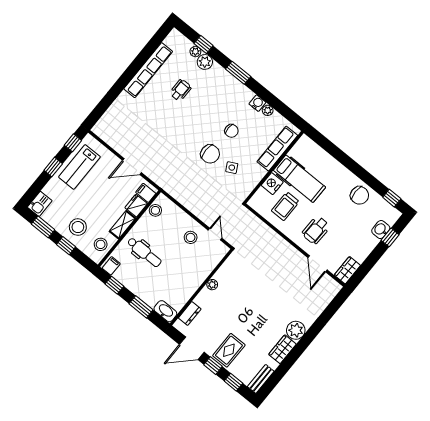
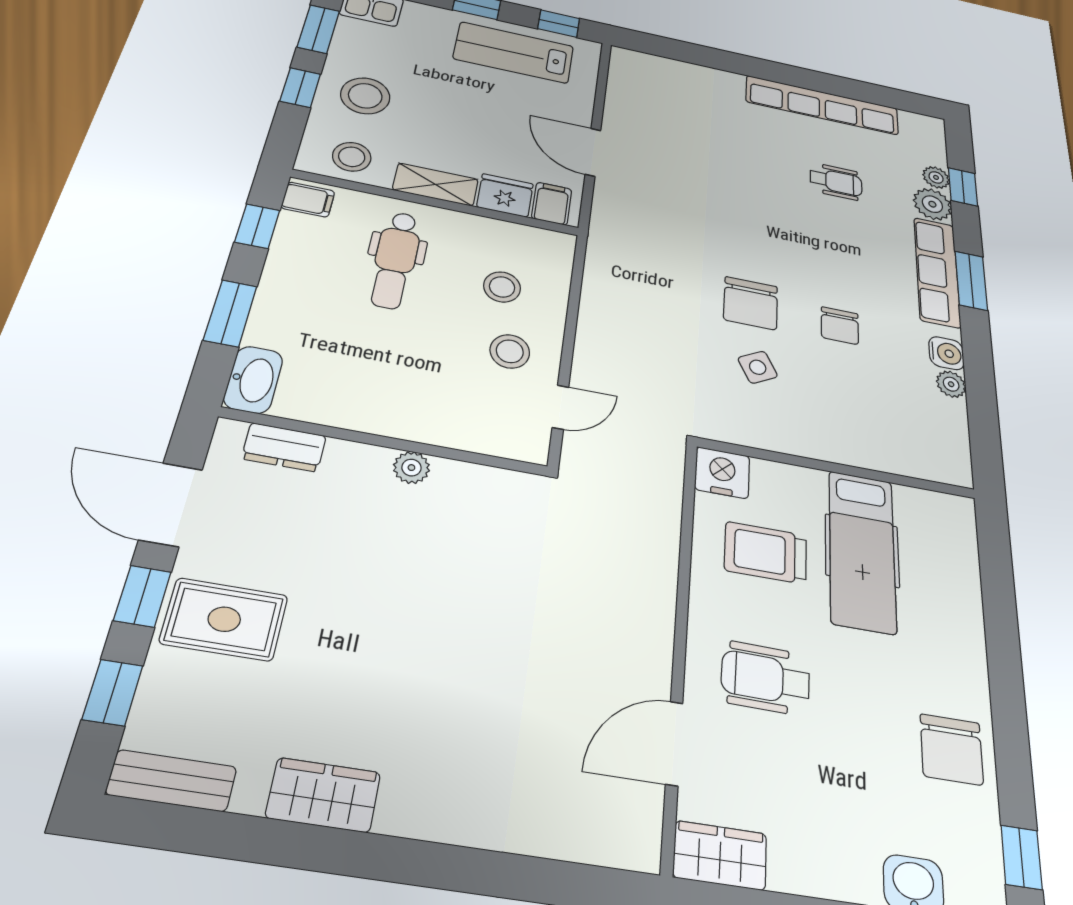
row of seats: (277, 149) -> (937, 272), moved, turned -90
nightstand: (272, 184) -> (722, 473), moved
stool: (155, 210) -> (502, 287), moved
plant: (296, 330) -> (417, 802), removed

